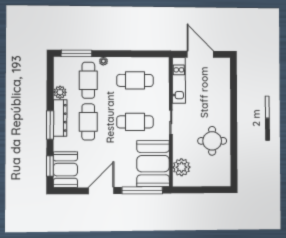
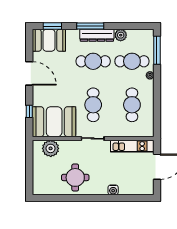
water cooler: (225, 101) -> (113, 190), added
window: (142, 190) -> (29, 111), width x0.32

